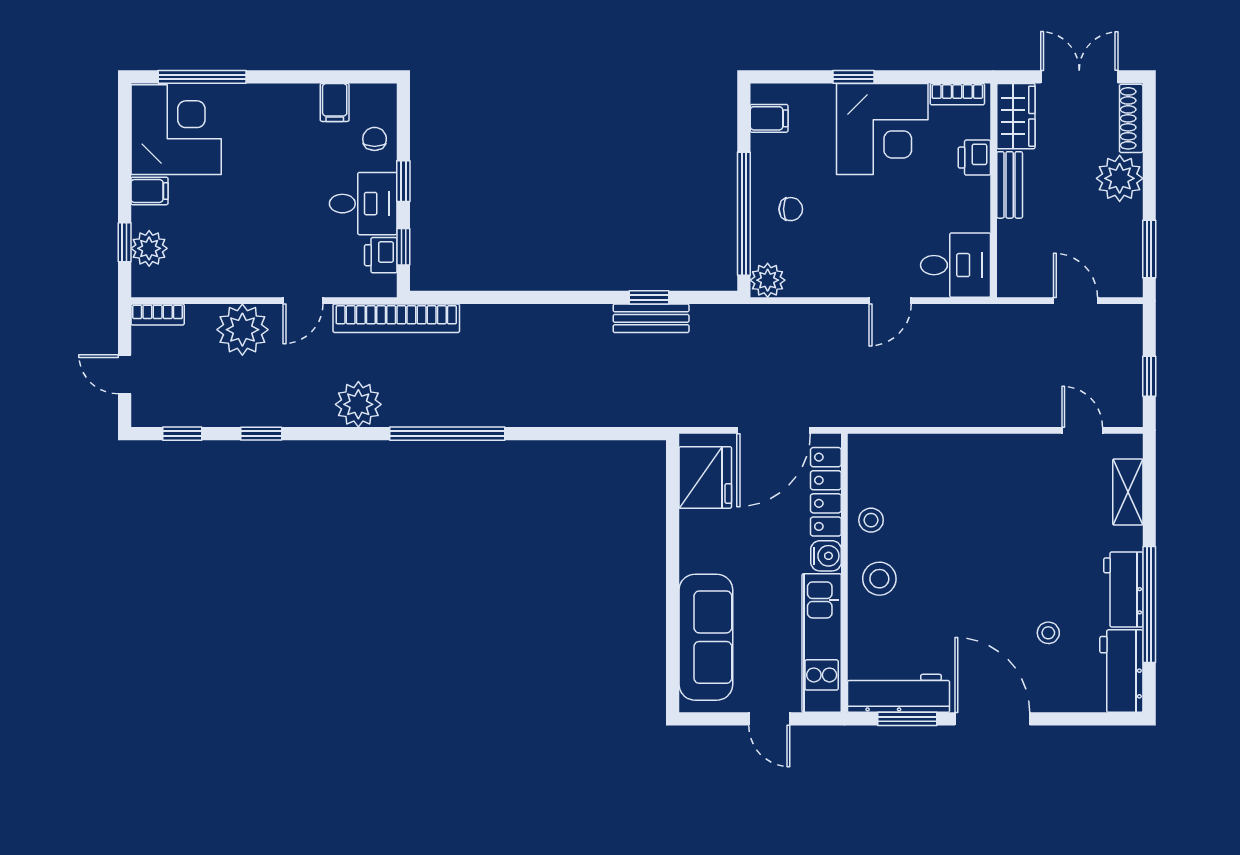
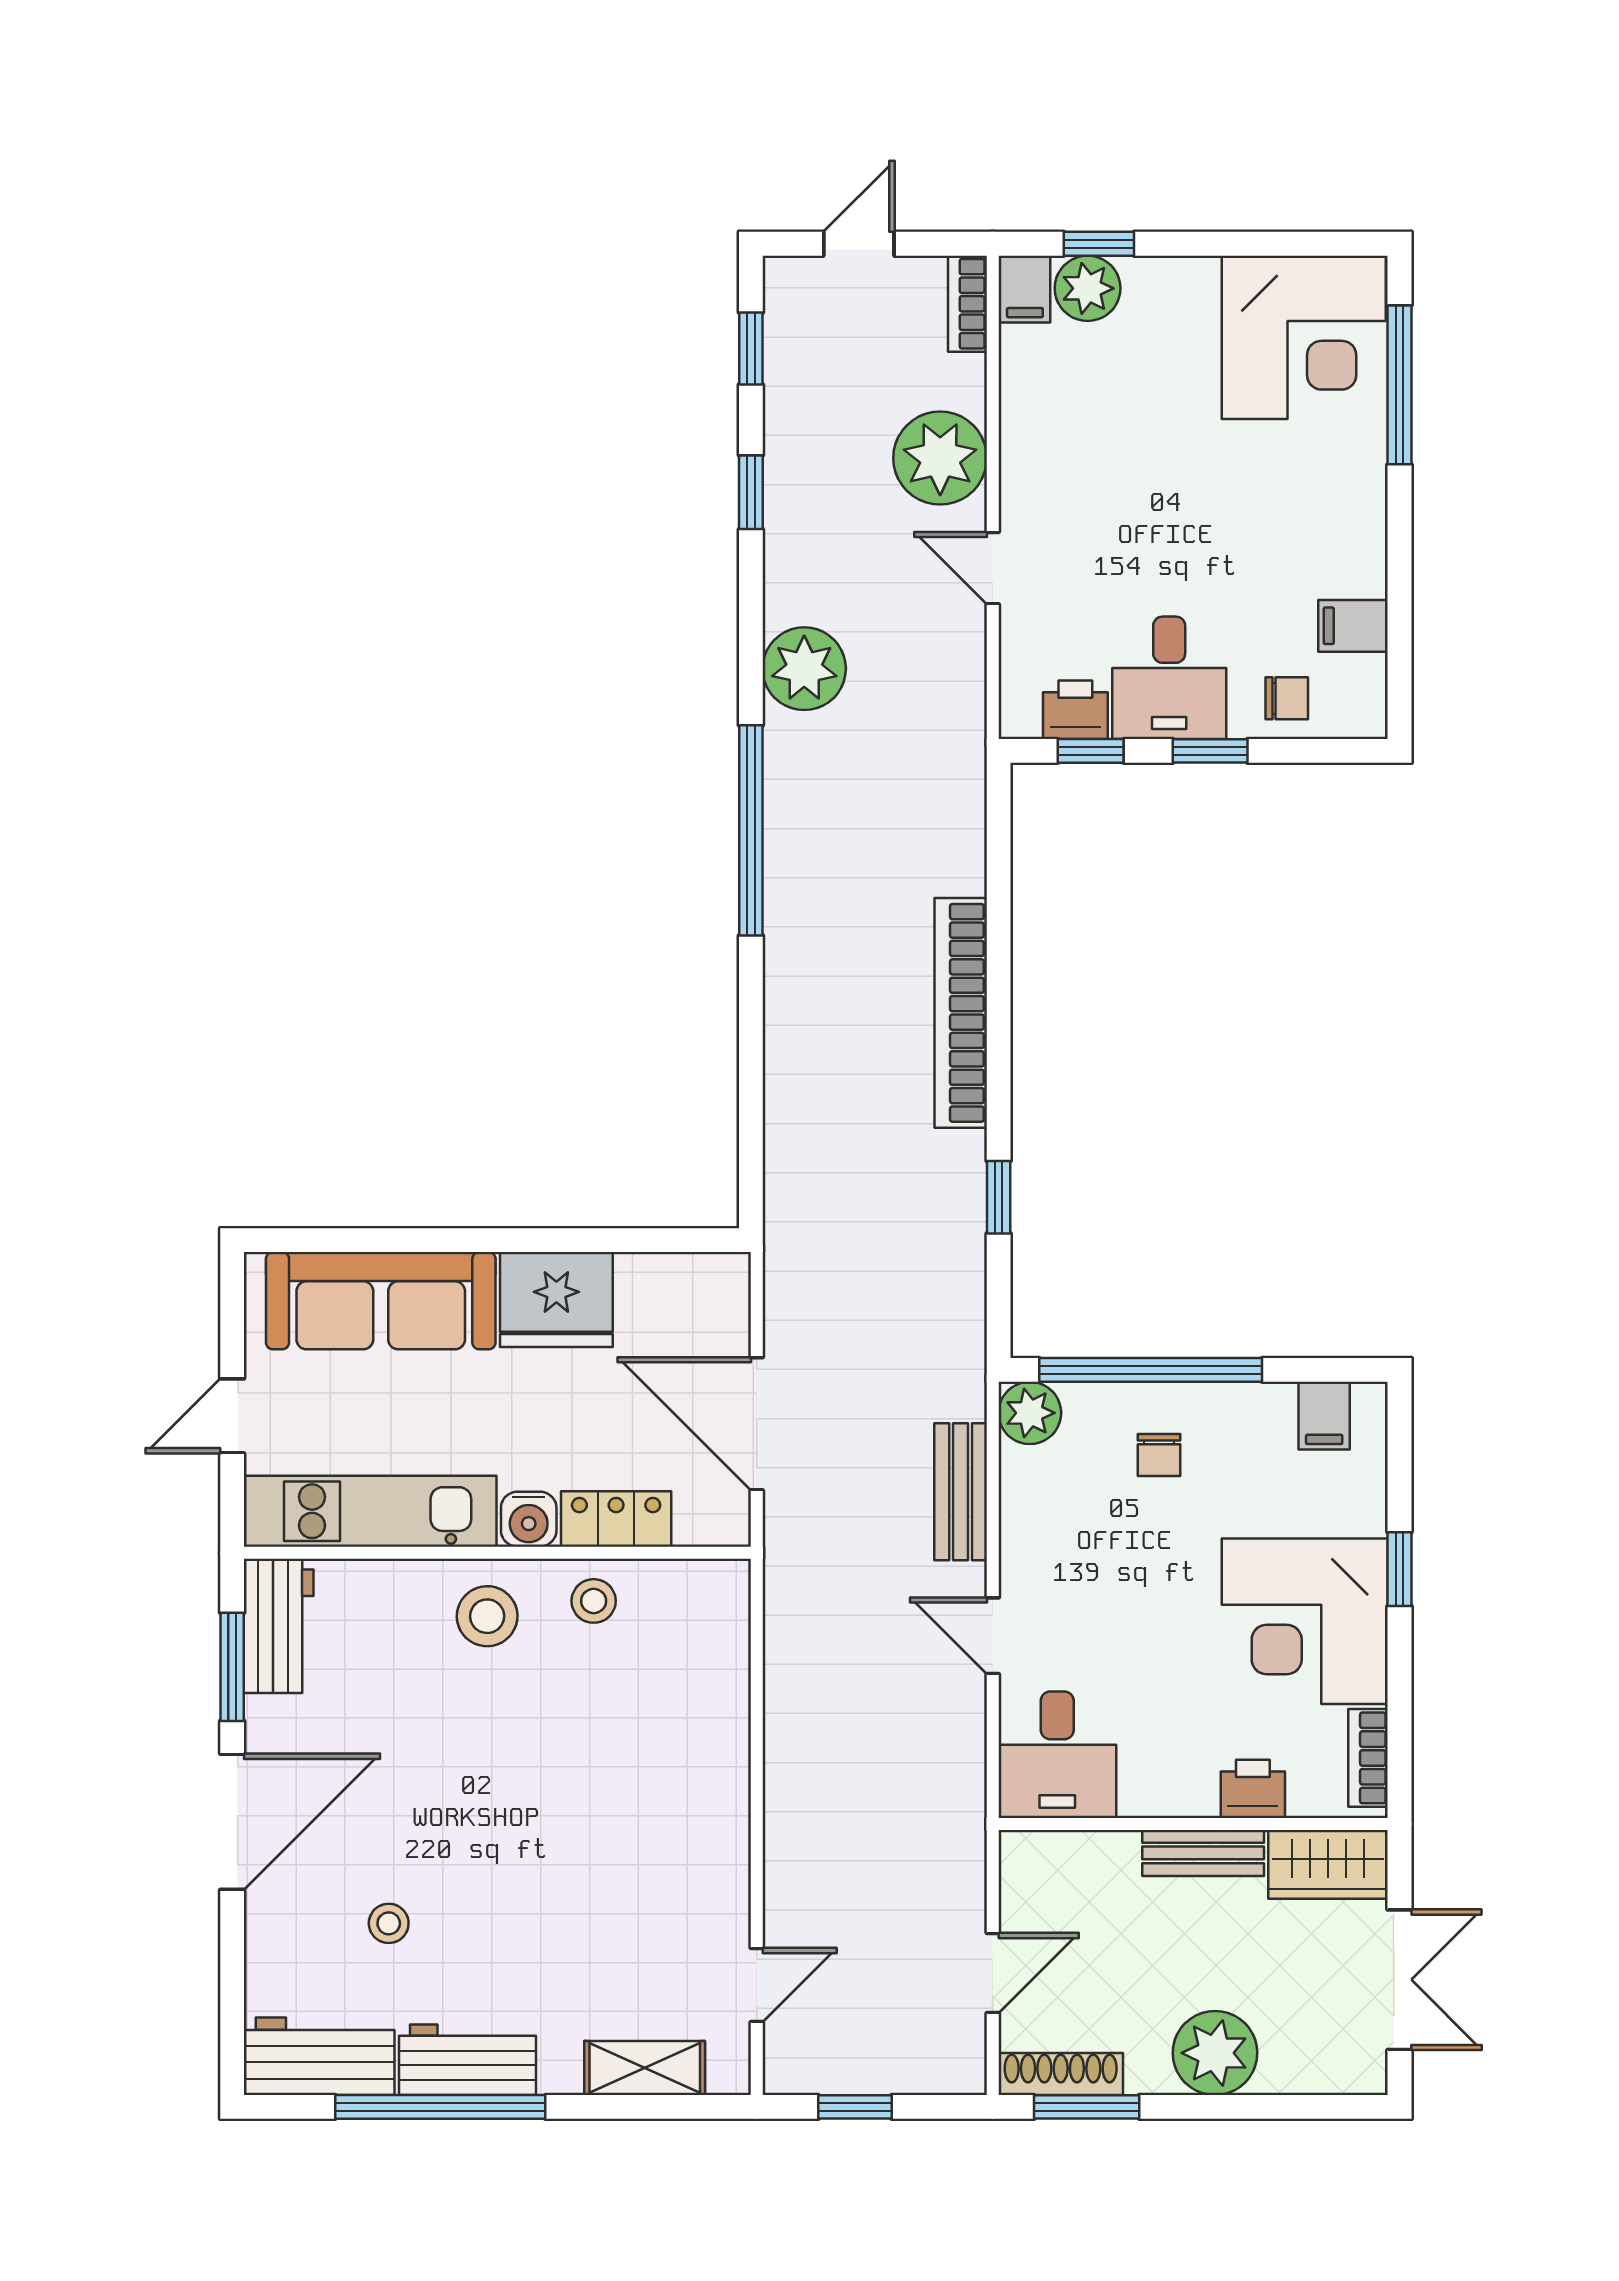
shoe rack: (1131, 118) -> (1061, 2074), moved
filing cabinet: (150, 191) -> (1025, 289), moved
bookcase: (396, 318) -> (961, 1013), moved
bench: (651, 318) -> (961, 1492), moved
fridge: (705, 477) -> (556, 1300), moved
locker: (826, 492) -> (616, 1519), width x0.66
workbench: (899, 693) -> (279, 1626), width x0.73

